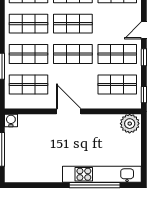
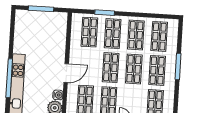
door: (69, 111) -> (66, 73), moved
water cooler: (11, 120) -> (58, 95), moved

